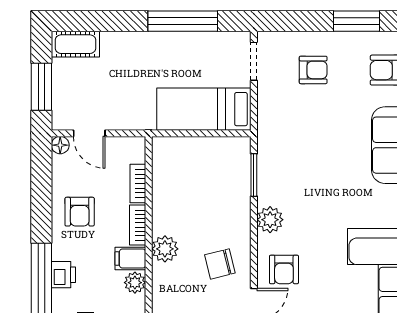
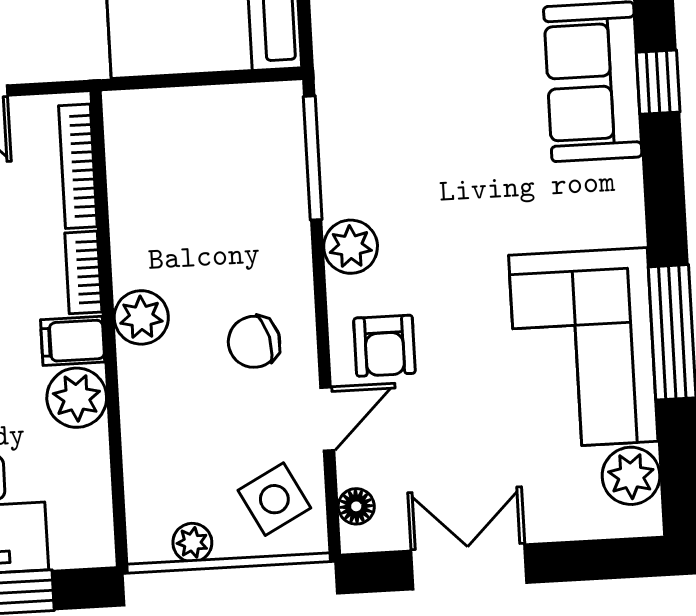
window: (254, 175) -> (313, 158), width x1.44
bookcase: (138, 184) -> (78, 166), width x1.56
plant: (135, 283) -> (77, 398), width x1.38, depth x1.38

